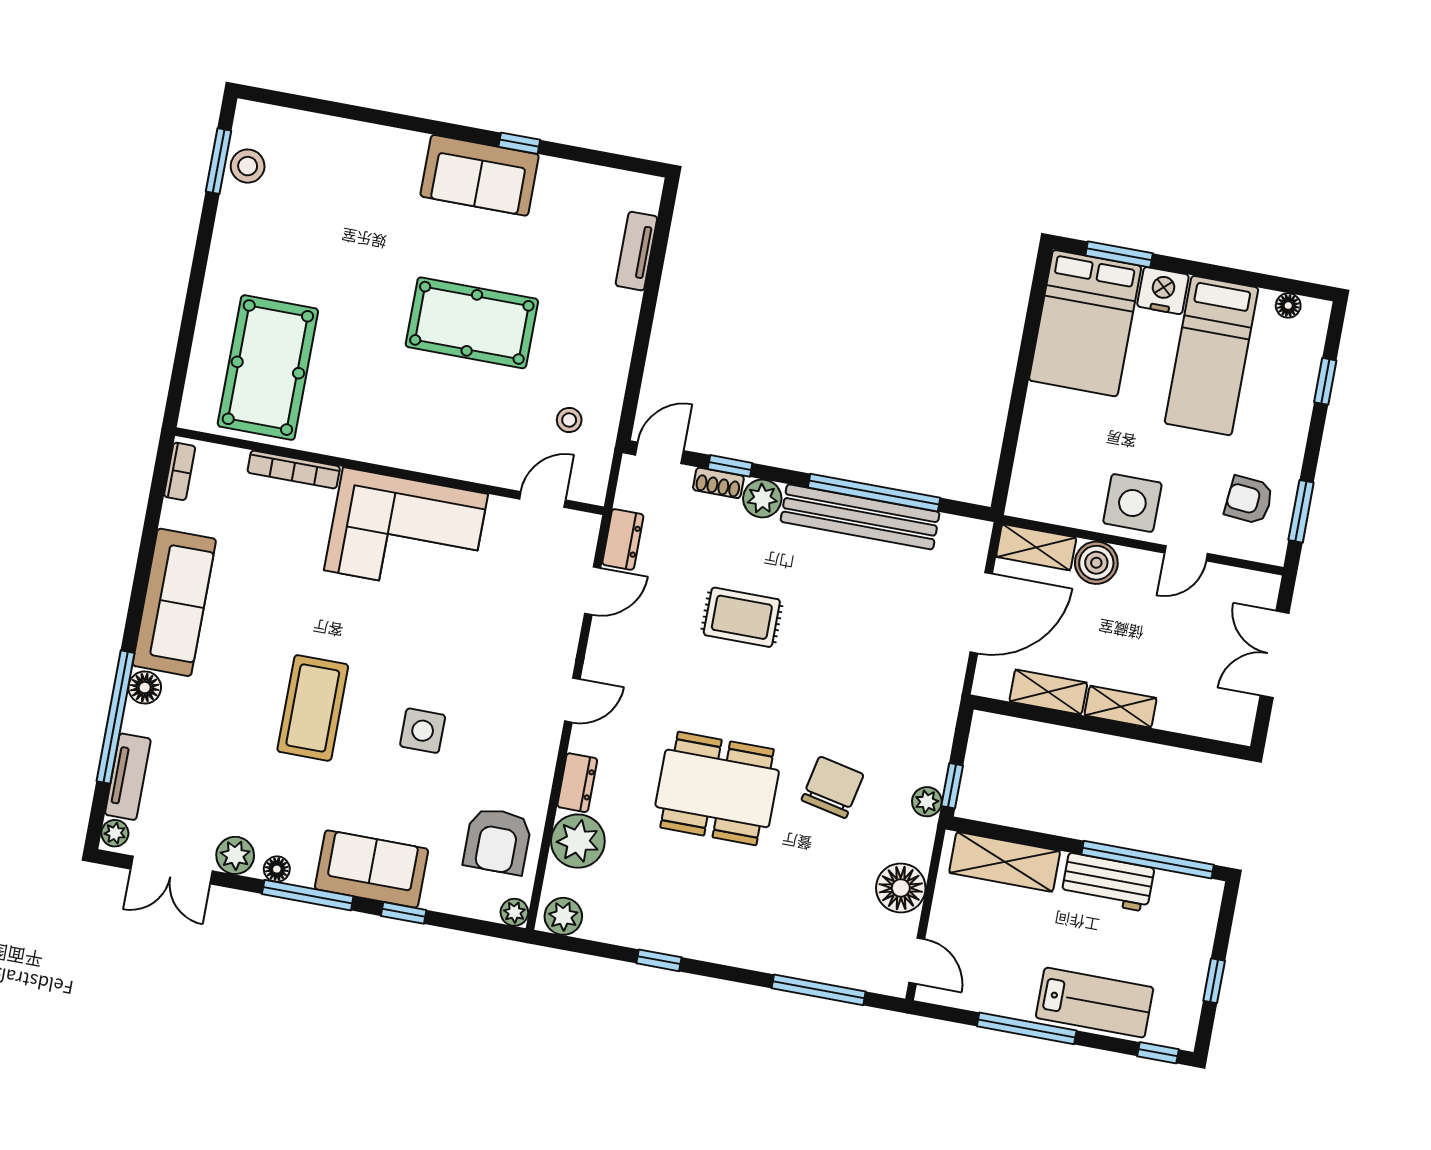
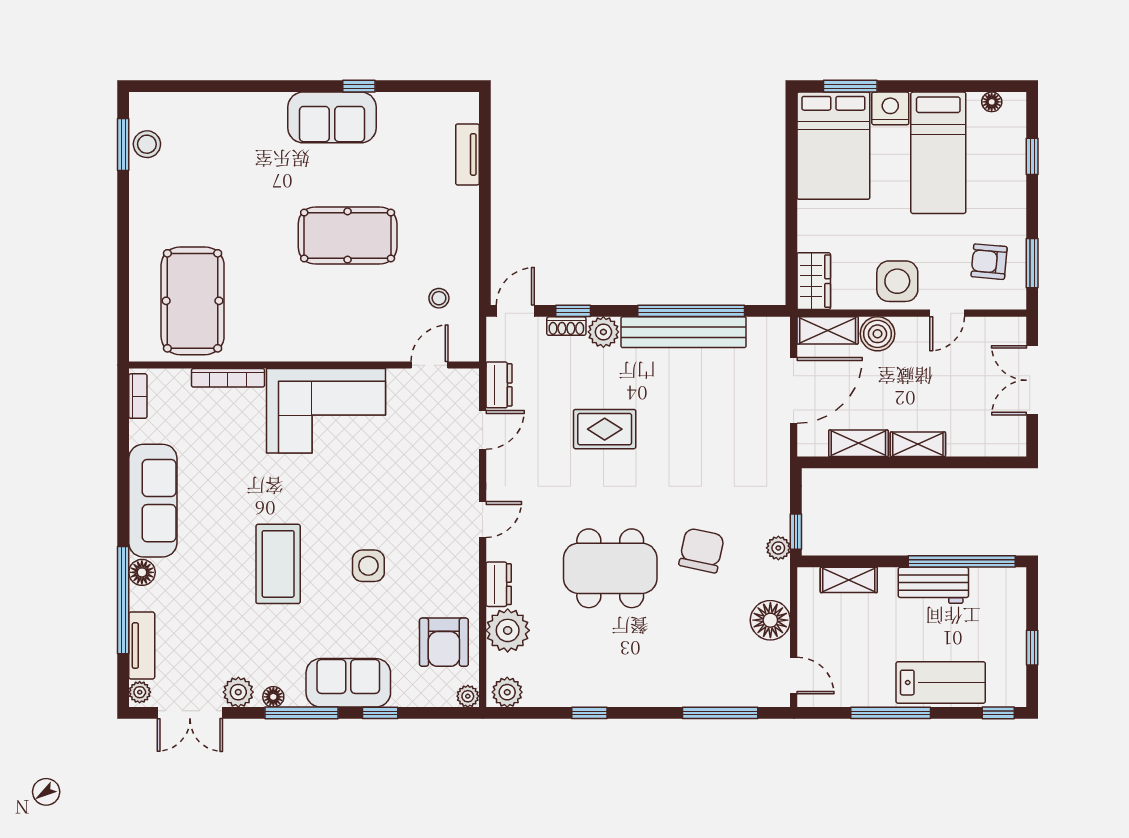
wardrobe: (1030, 484) -> (814, 281), added
shelving: (1005, 862) -> (849, 580), width x0.67, depth x0.75

